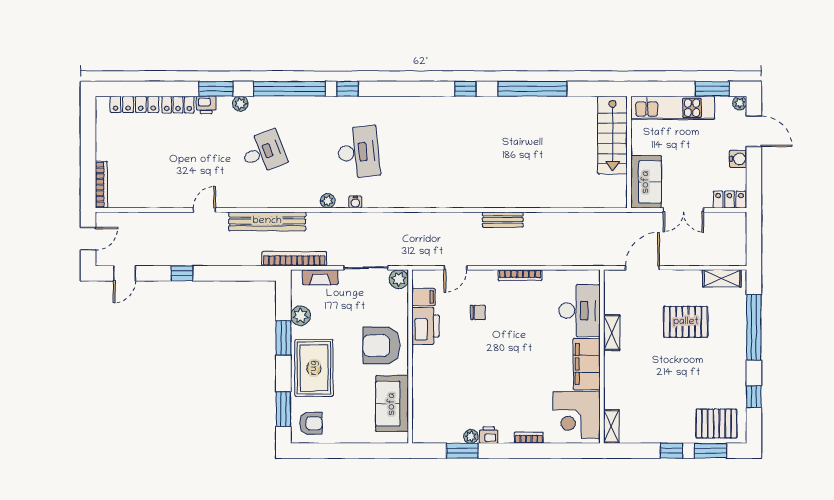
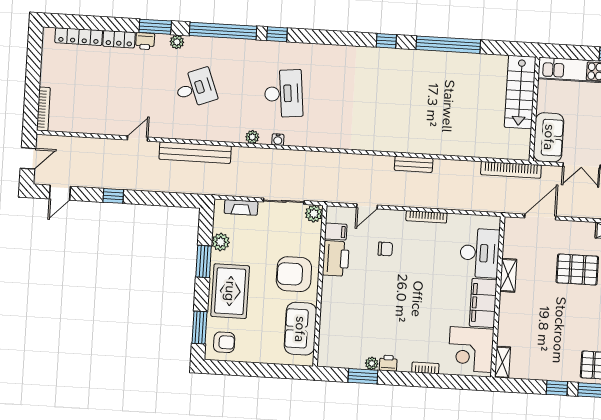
bookcase: (294, 259) -> (511, 170), moved, turned 180

